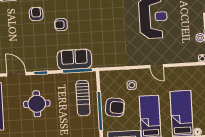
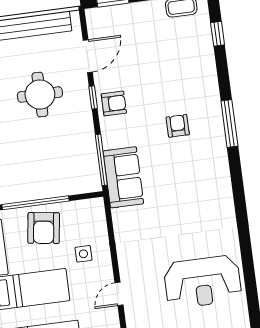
armchair: (36, 14) -> (114, 103), moved
sofa: (74, 59) -> (123, 177), moved
sun lounger: (83, 98) -> (55, 172), removed

